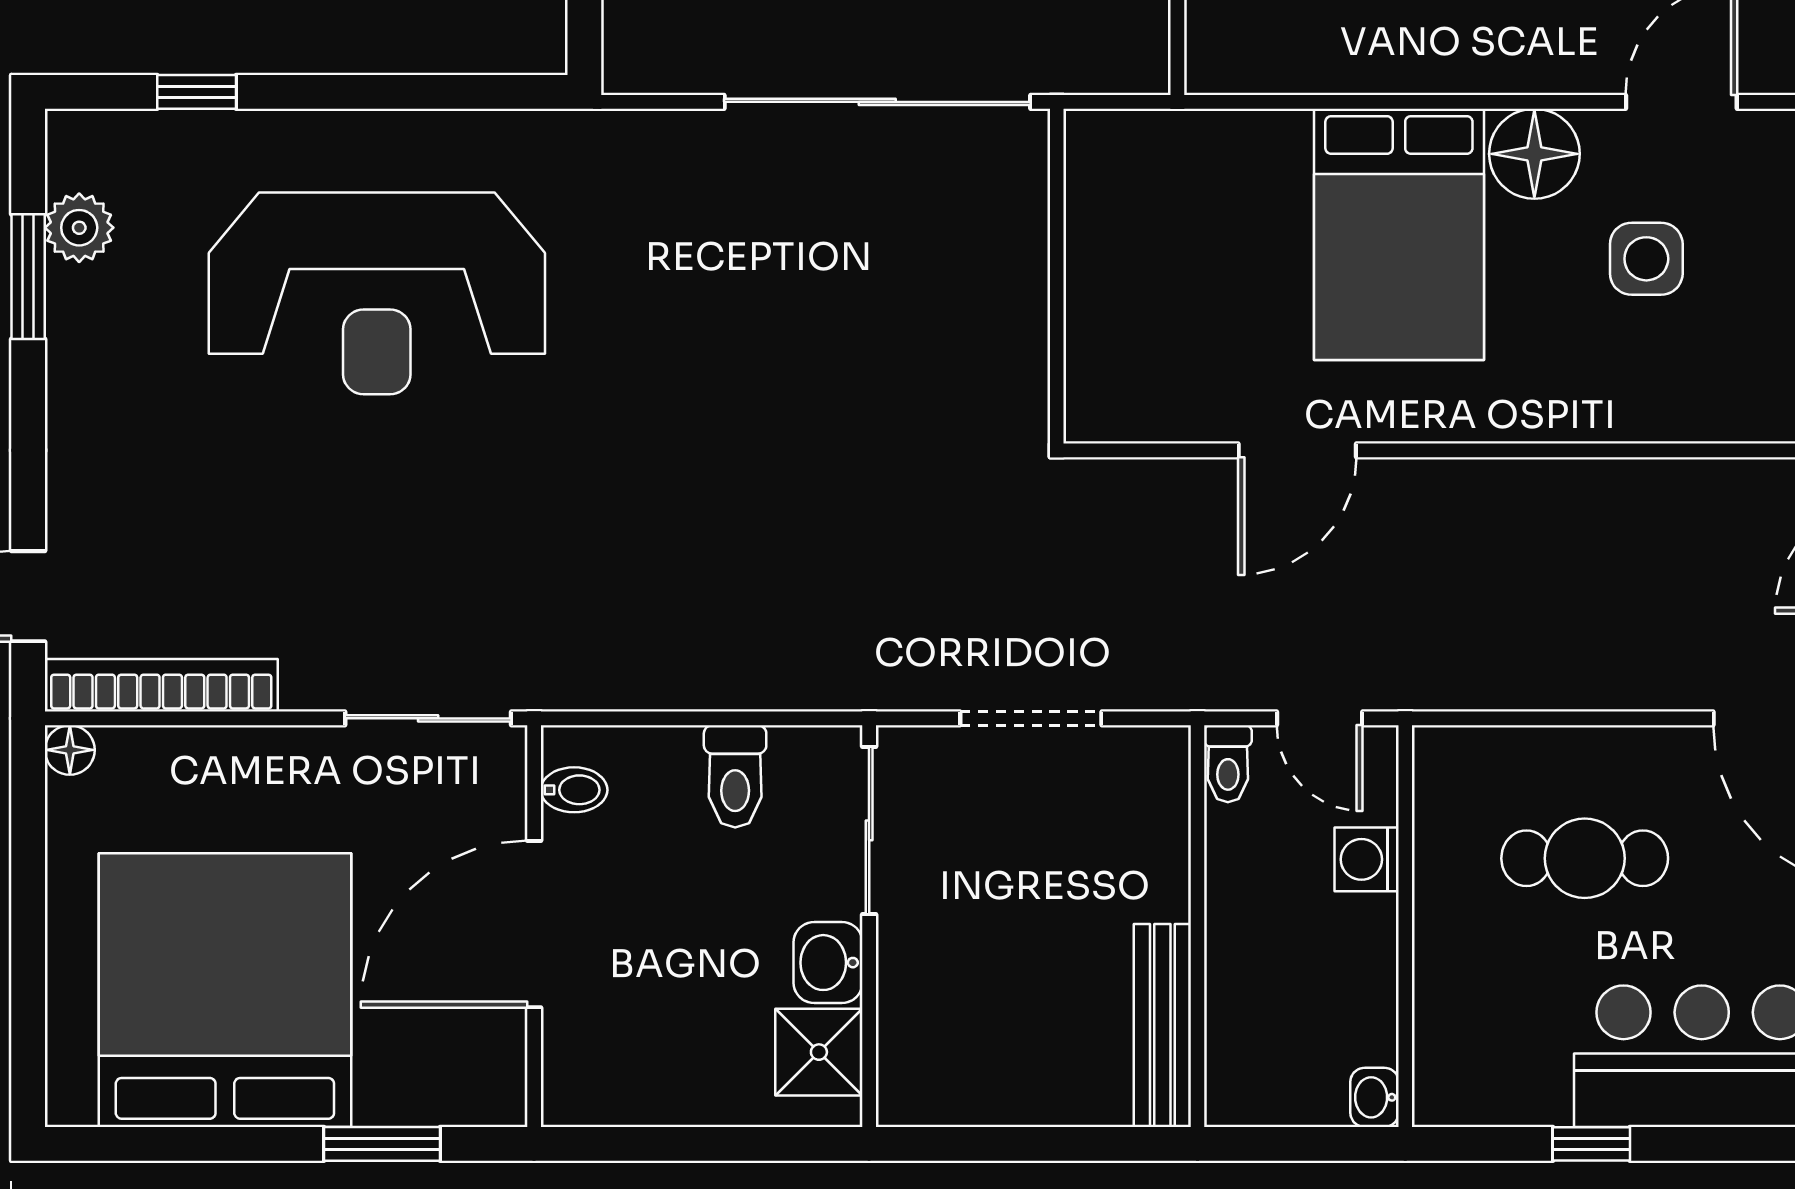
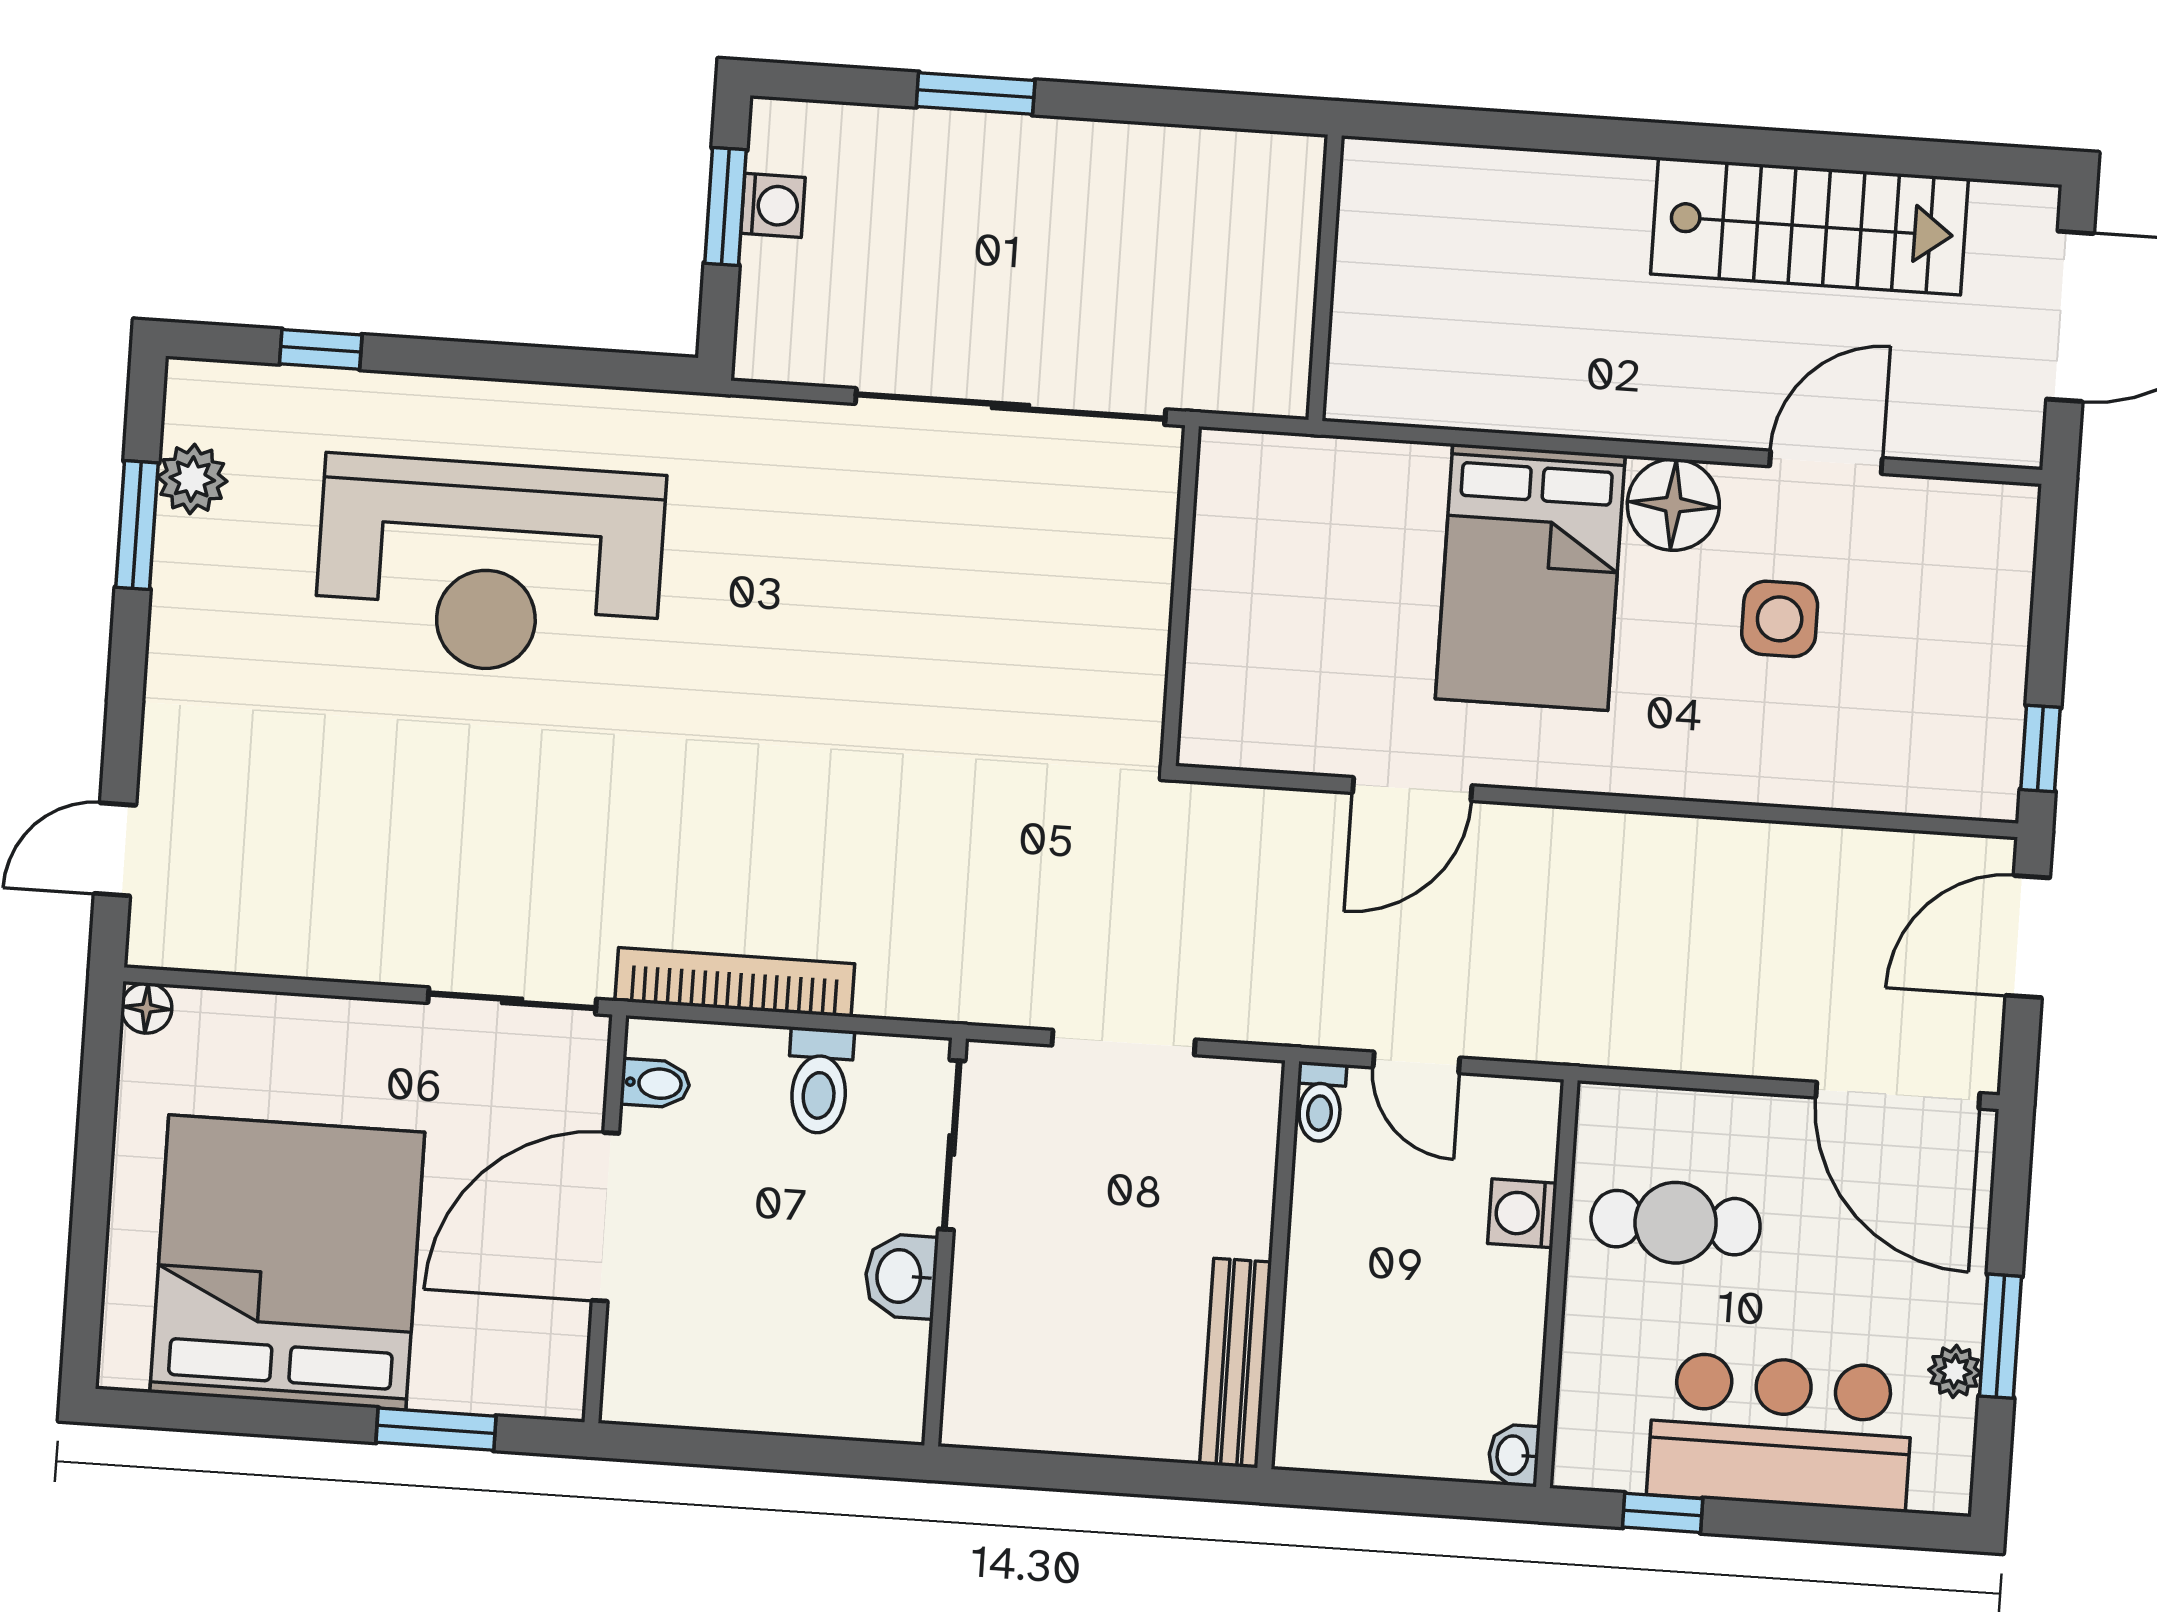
bookcase: (161, 685) -> (735, 982), moved
washing machine: (1367, 859) -> (1522, 1213), moved
wall: (1405, 926) -> (1557, 1284), moved
shower: (819, 1052) -> (886, 1366), removed
washbasin: (1374, 1097) -> (1514, 1455), moved

